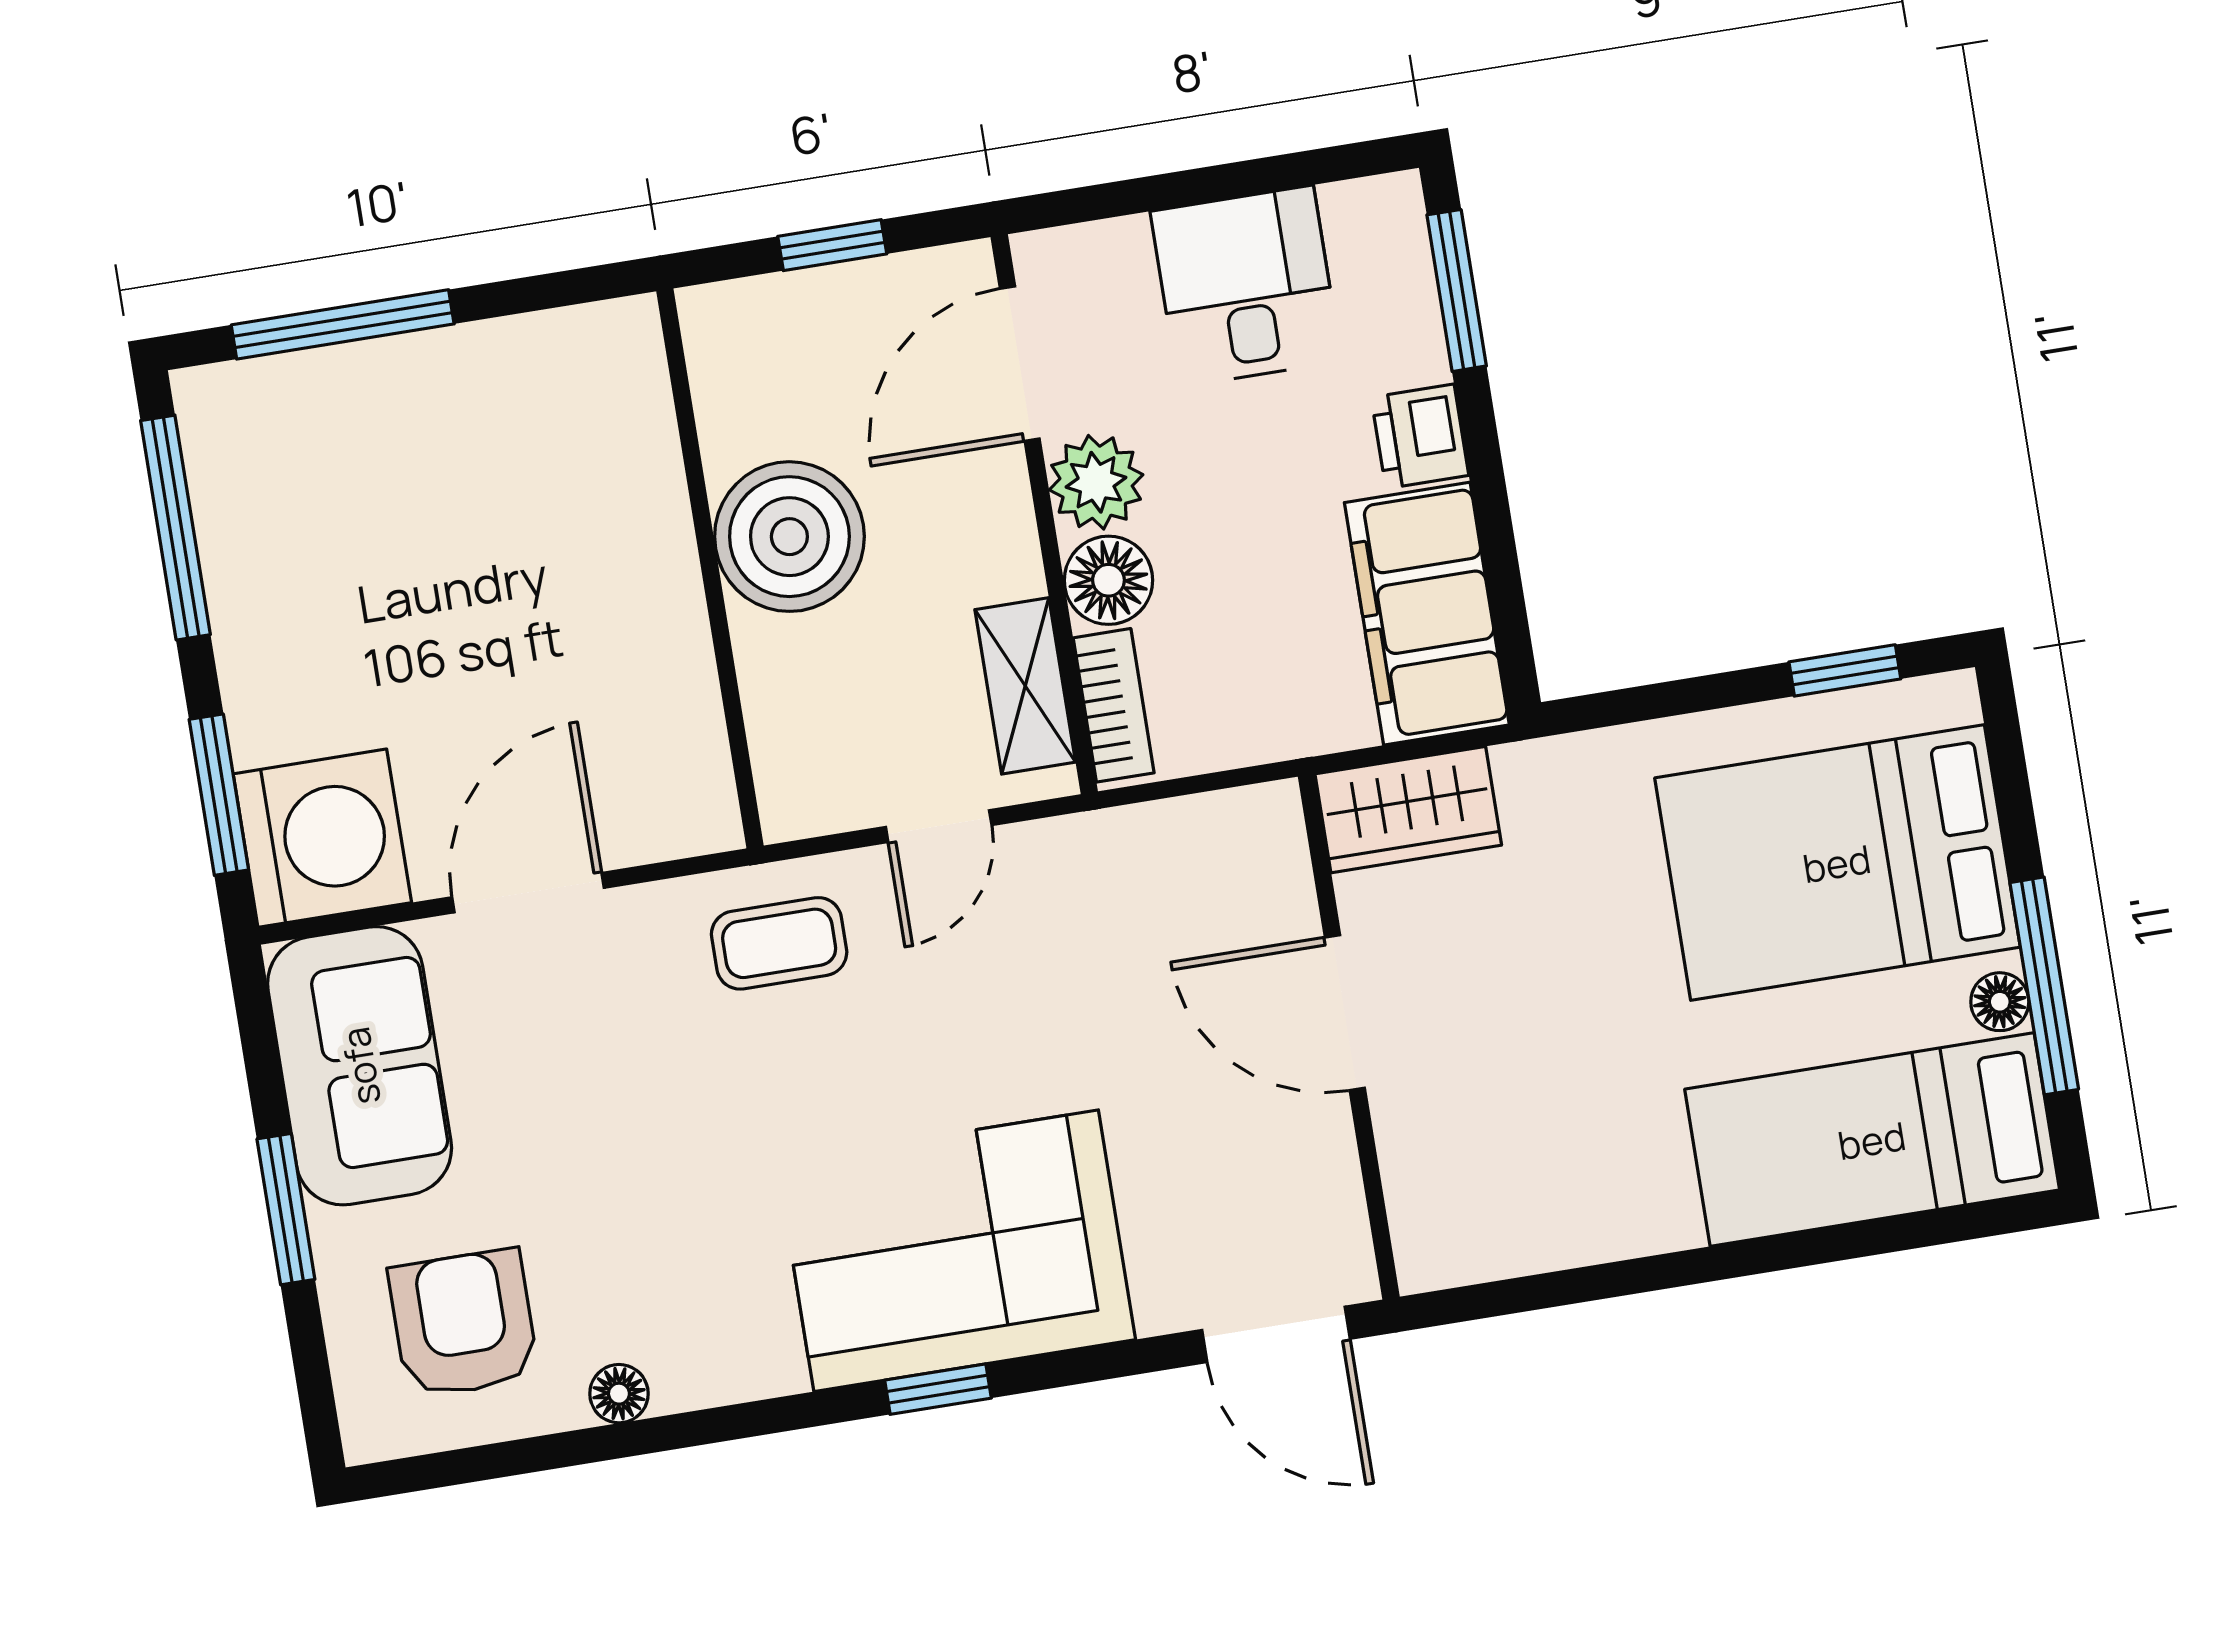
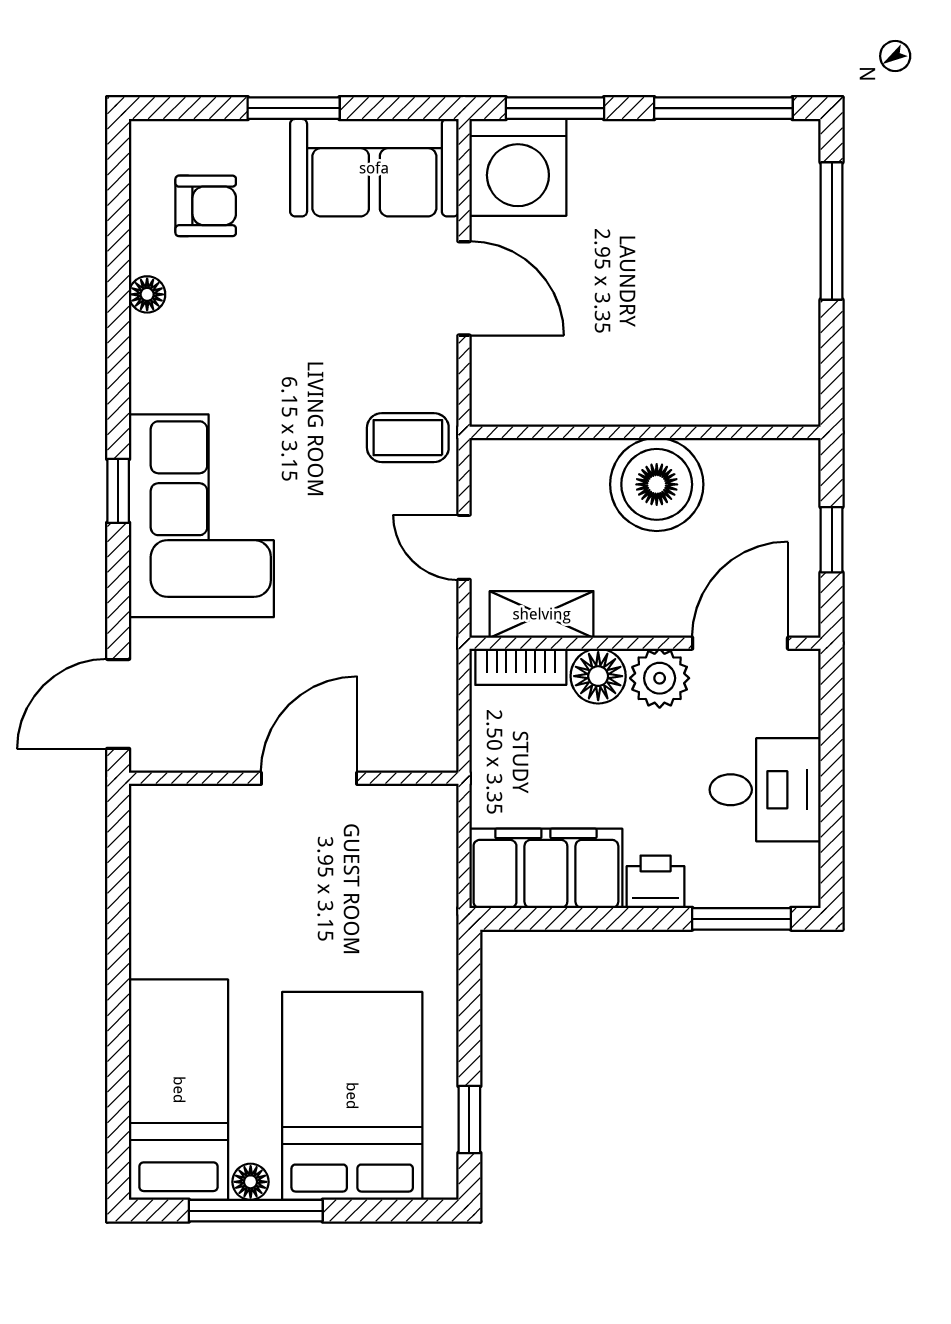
door: (1020, 364) -> (740, 643), hinge flipped
wardrobe: (1408, 810) -> (427, 837), removed
coffee table: (779, 943) -> (408, 438), turned 90
armchair: (464, 1323) -> (206, 206), width x0.72, depth x0.72

